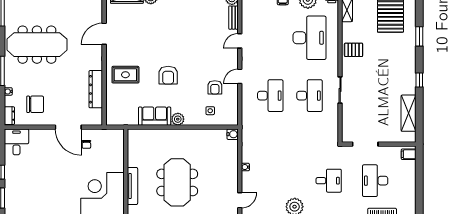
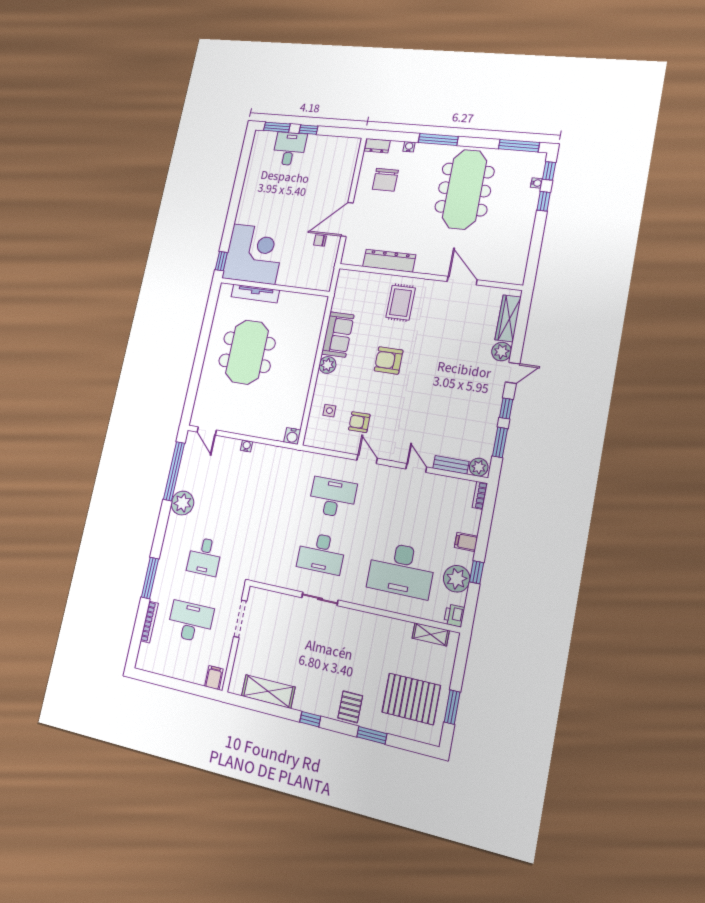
pallet: (354, 50) -> (350, 707), moved
desk: (270, 96) -> (333, 497), turned 180
desk: (16, 142) -> (289, 149), moved, turned -90
meeting table: (177, 182) -> (247, 352), turned 90

